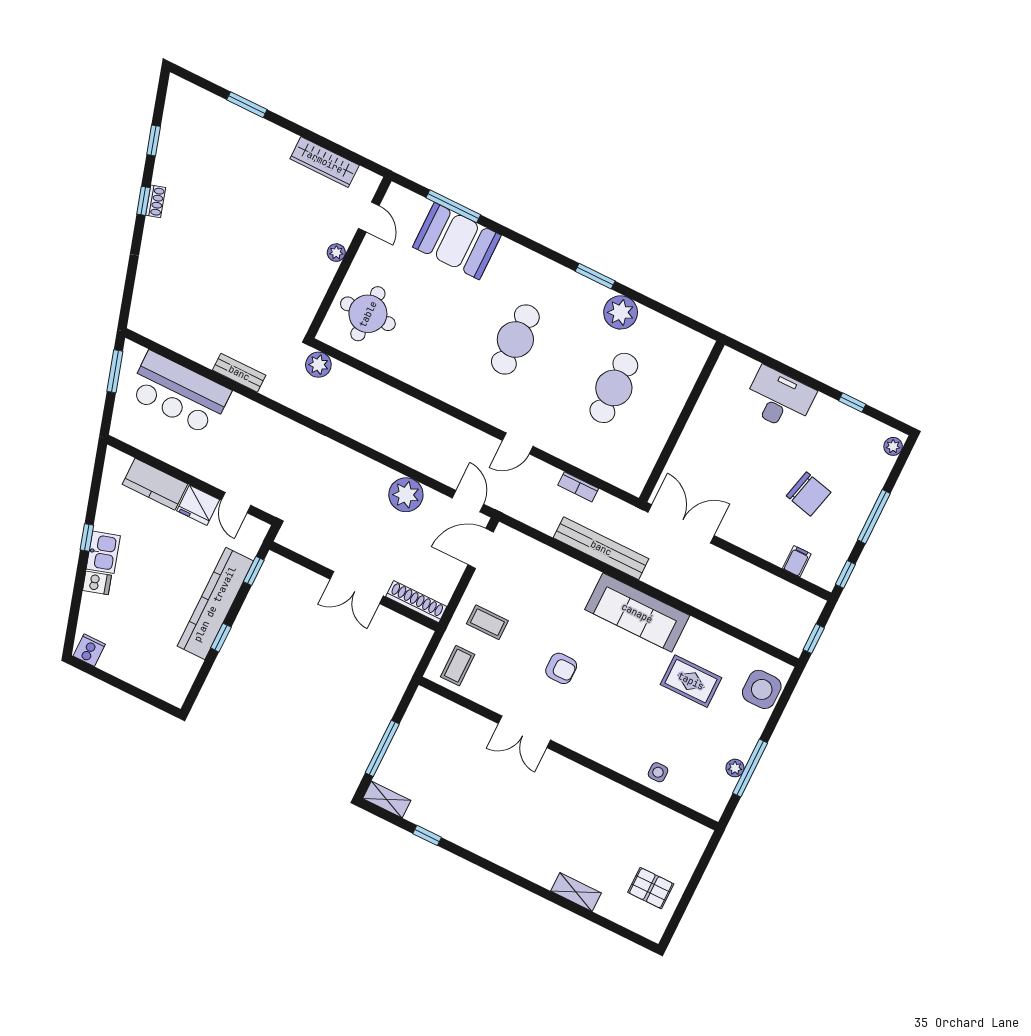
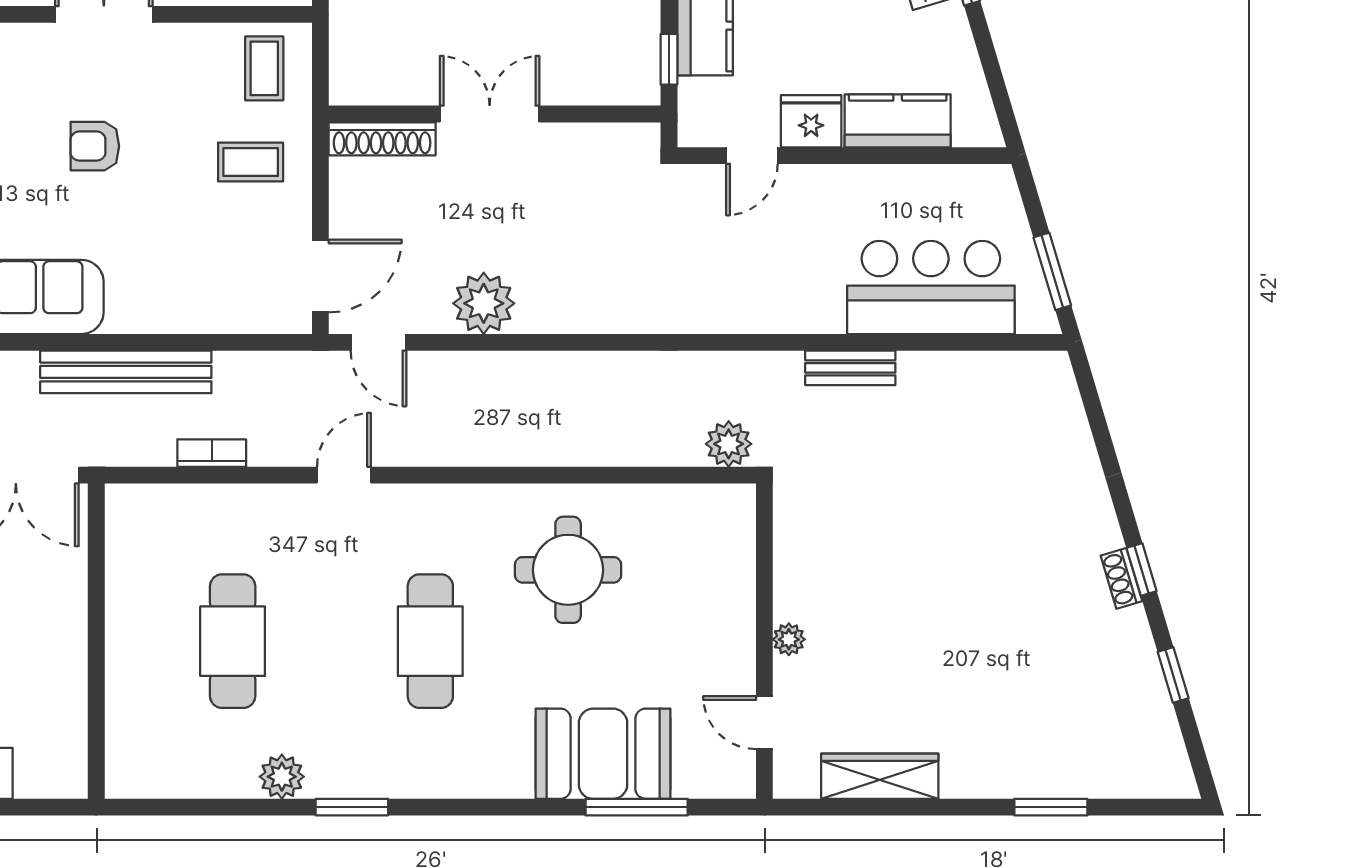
plant: (621, 312) -> (282, 777), width x0.73, depth x0.73
round table: (368, 314) -> (568, 570), moved
door: (236, 503) -> (752, 156), swing flipped

